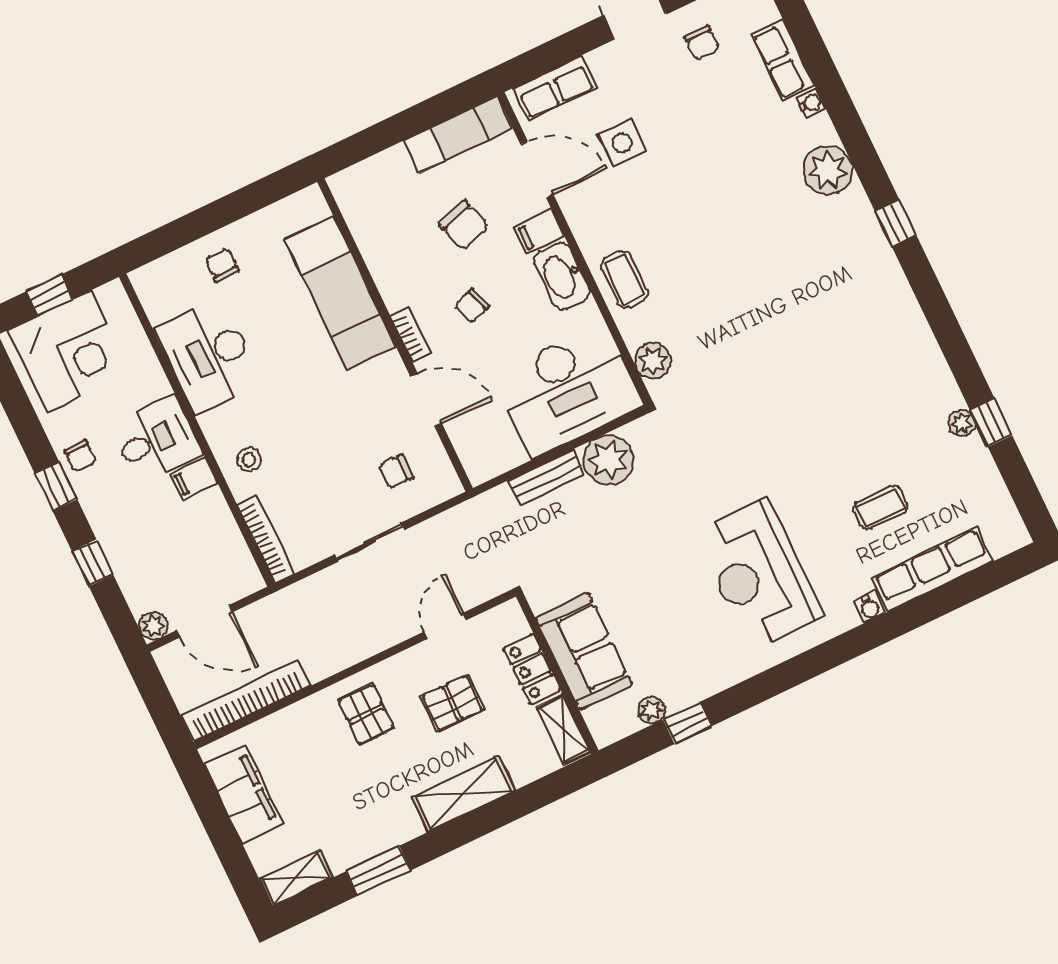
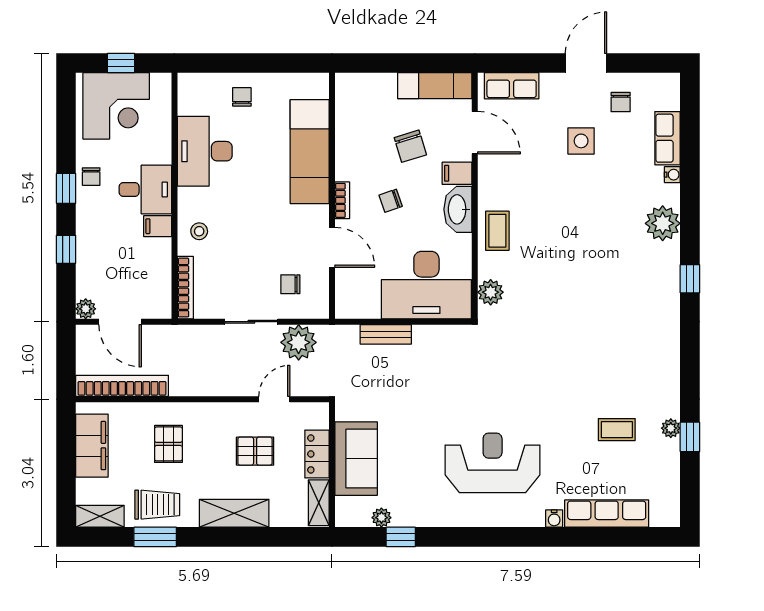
side table: (622, 143) -> (581, 141), moved
plant: (608, 460) -> (299, 342), moved
coffee table: (880, 507) -> (617, 430), moved
reception desk: (758, 574) -> (493, 463), turned 90
pallet: (366, 714) -> (168, 444), moved
trolley: (361, 829) -> (157, 505), added

